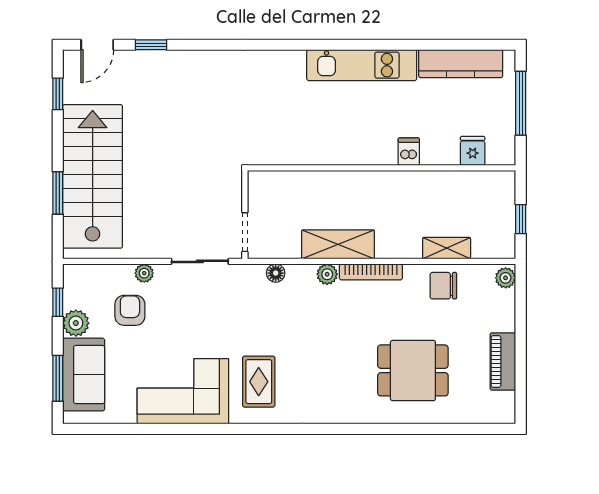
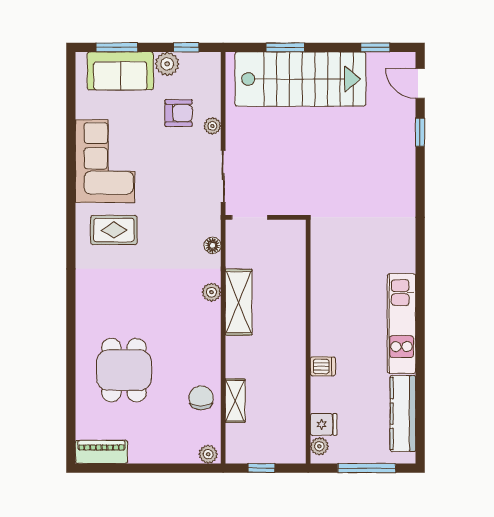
plant: (497, 155) -> (319, 446), added
bookcase: (371, 272) -> (214, 332), removed
piano: (503, 362) -> (102, 452), moved

